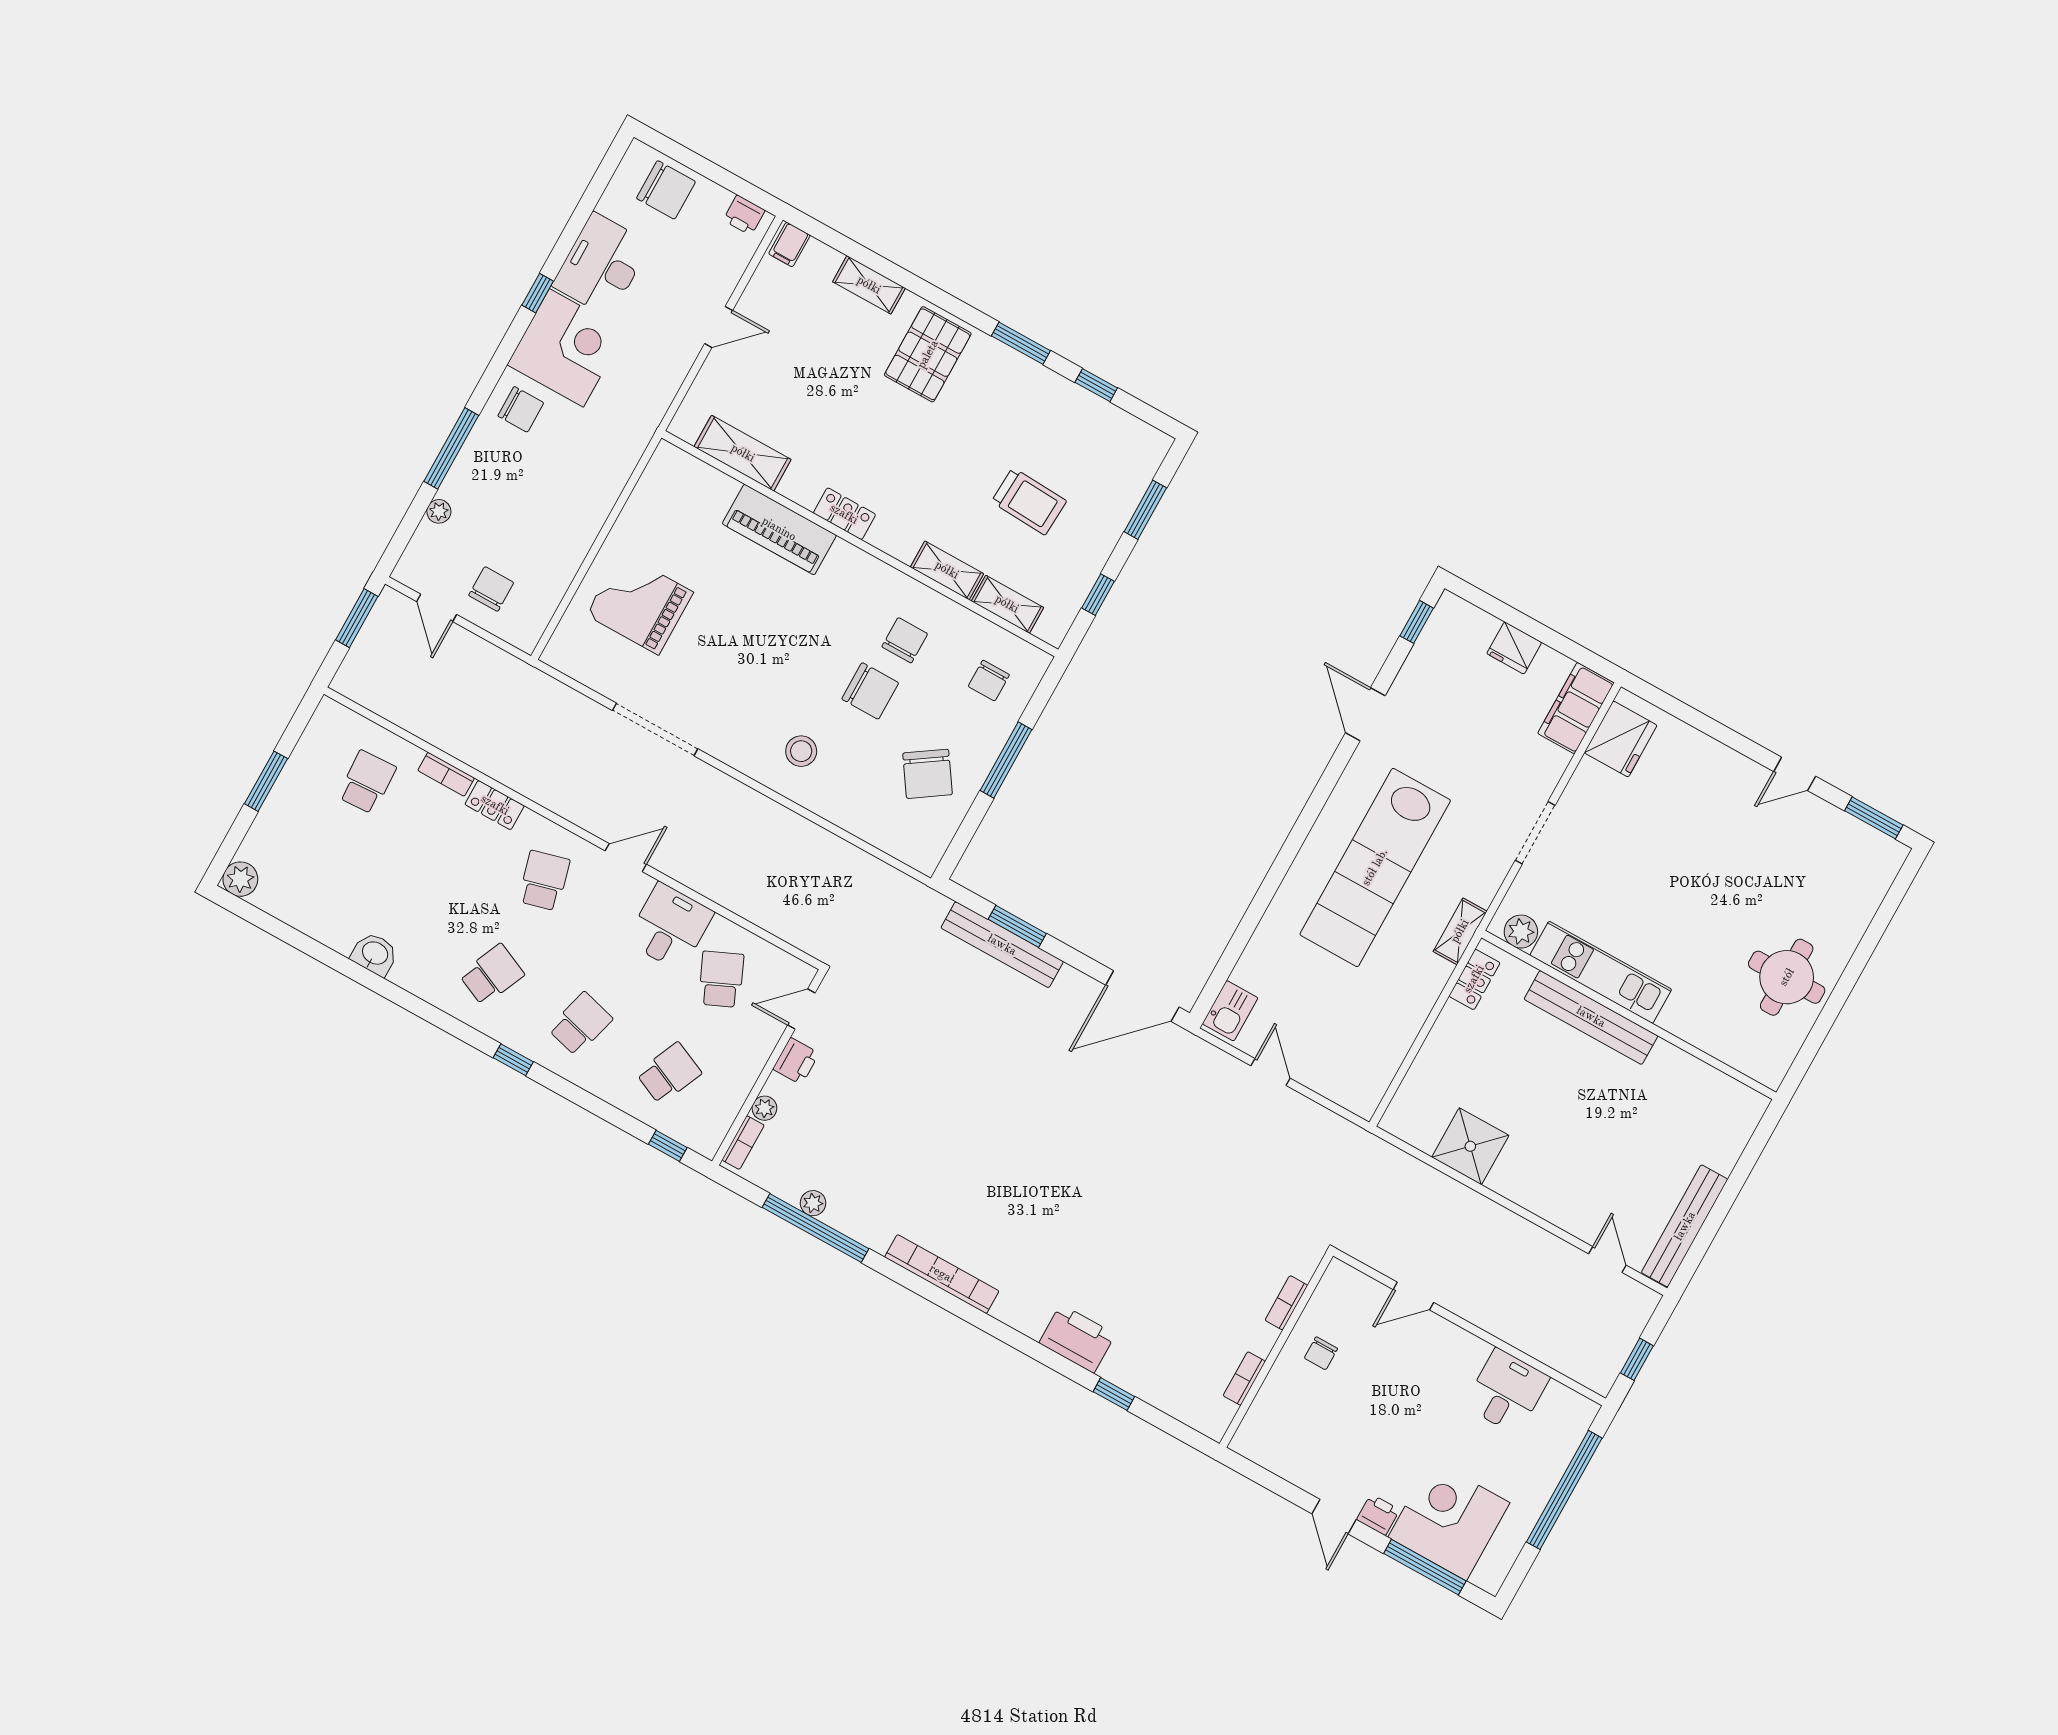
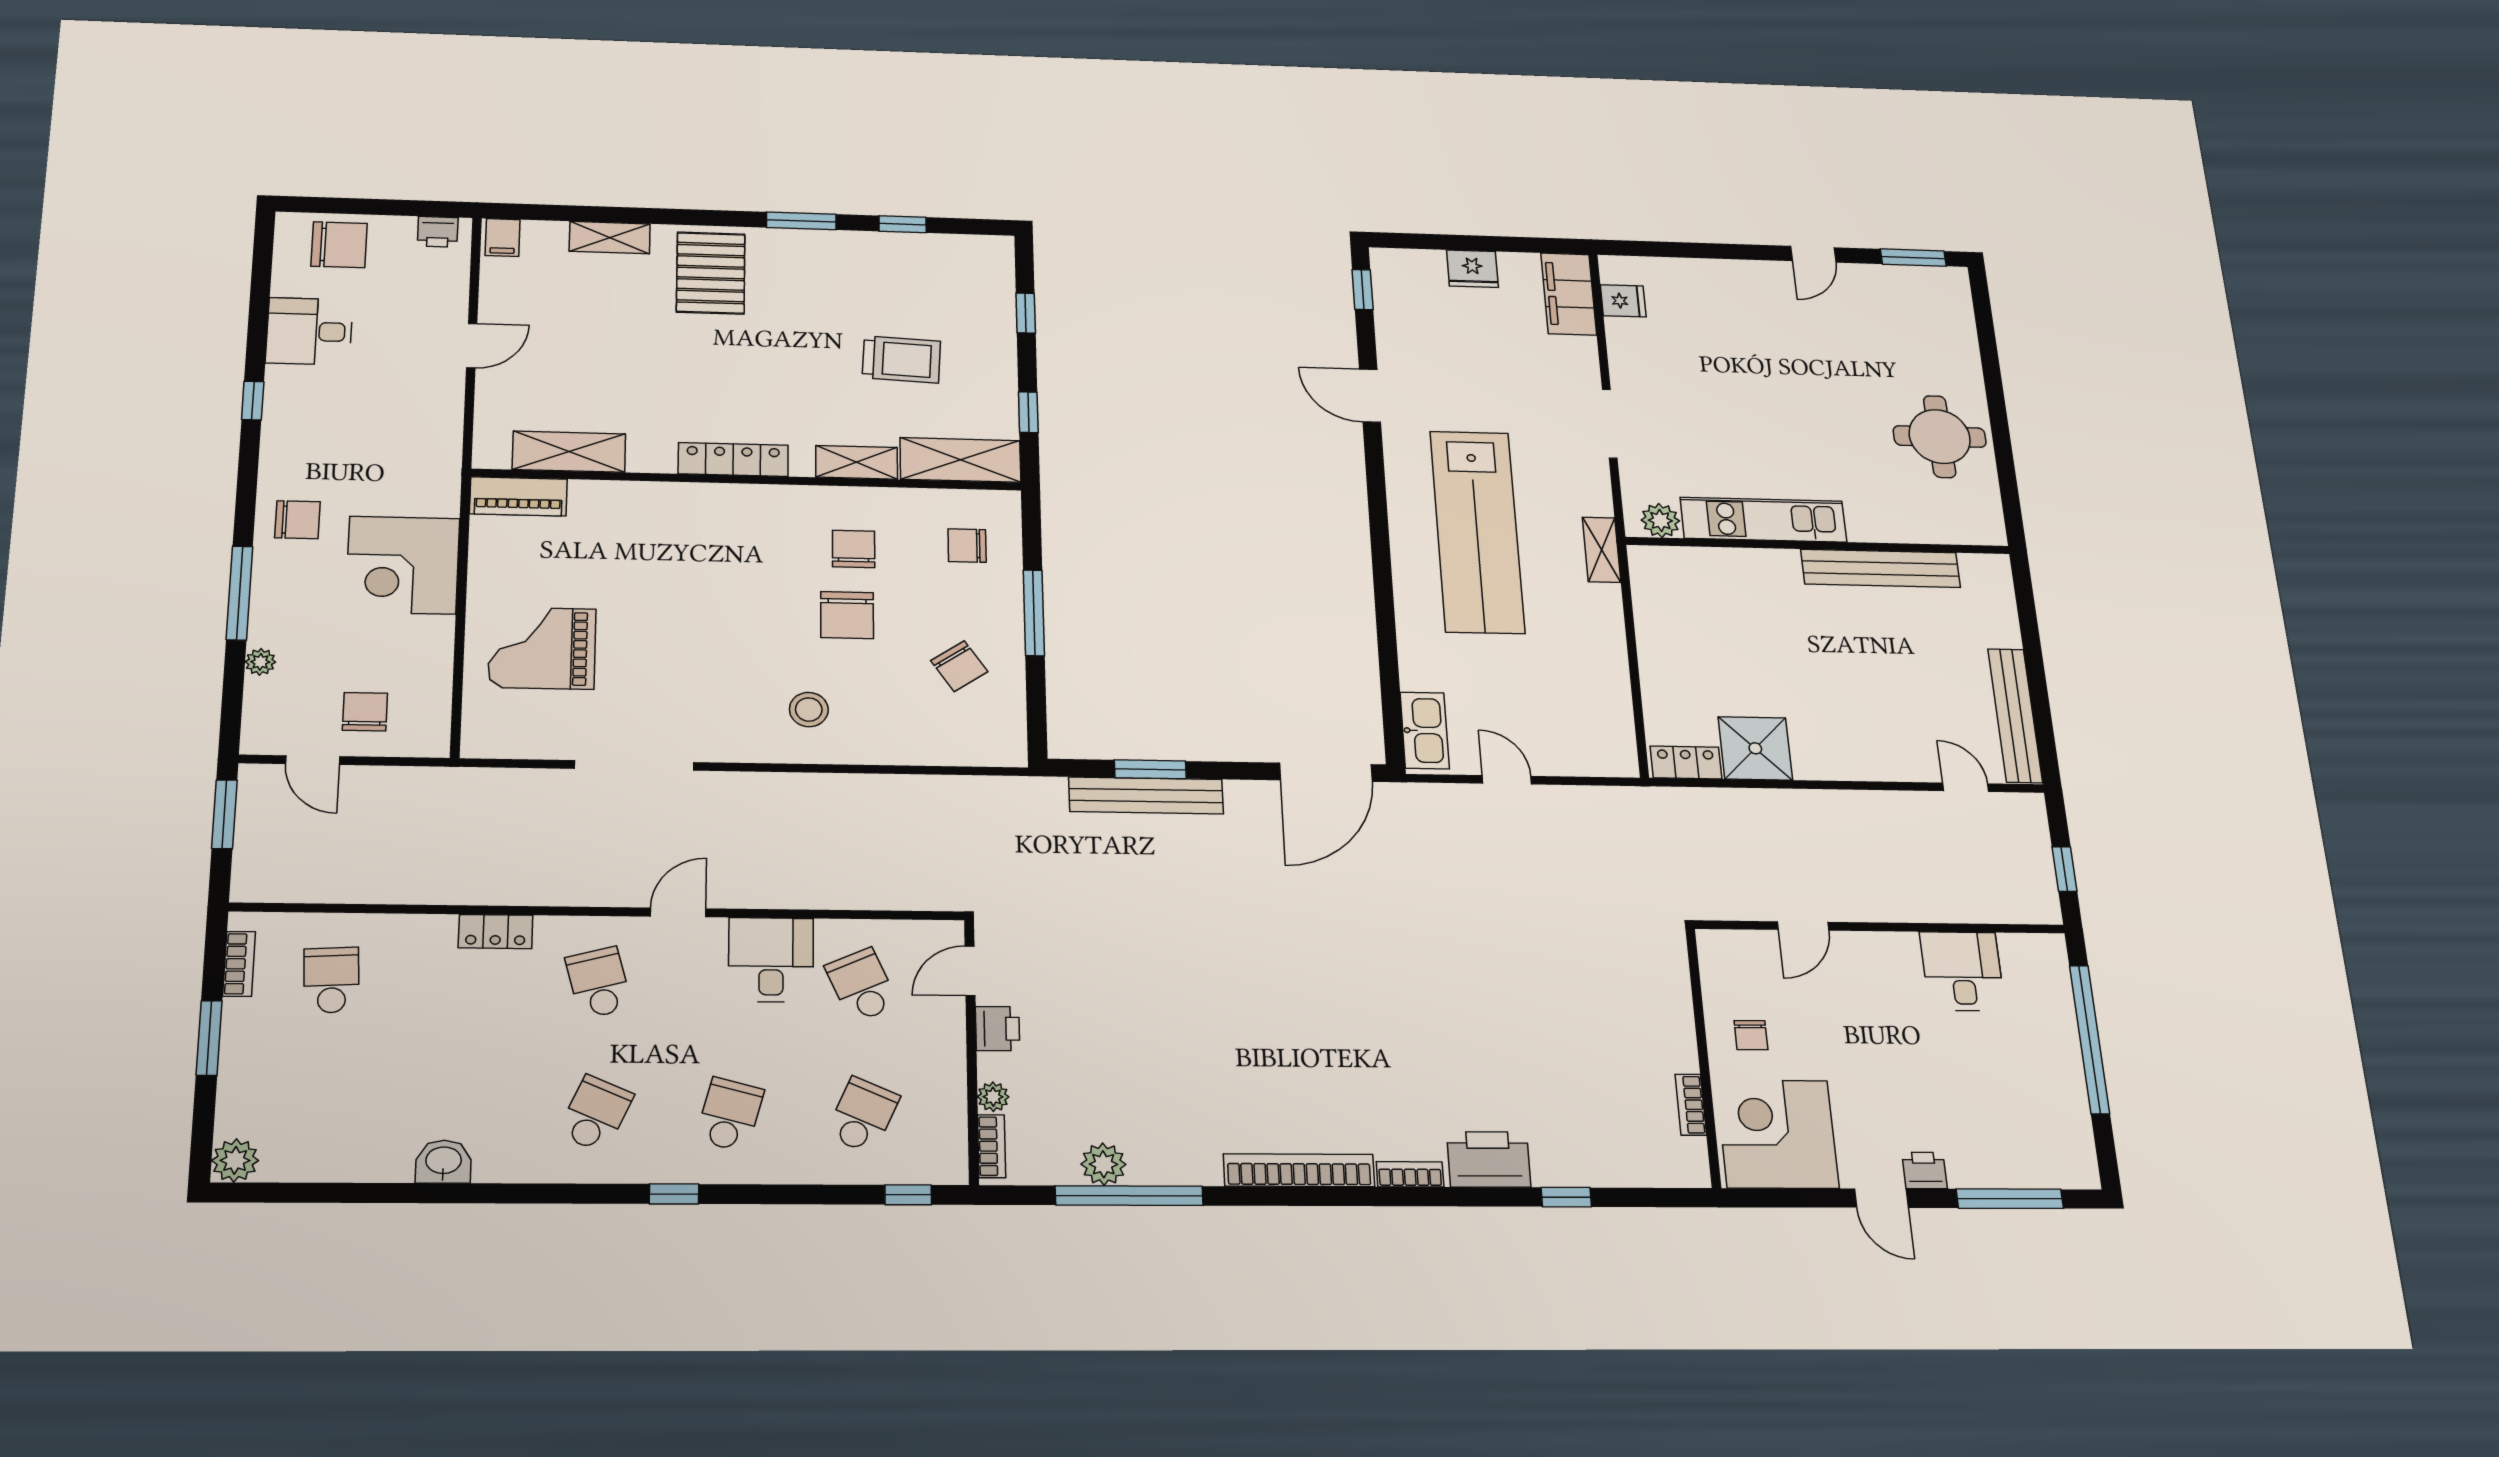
desk: (601, 265) -> (309, 331), width x0.73
corner desk: (566, 348) -> (403, 565), moved, turned 180
window: (1145, 510) -> (1026, 313), width x0.67
locker: (844, 514) -> (733, 459), width x1.53
piano: (779, 529) -> (518, 496), moved, width x0.73, depth x0.75
shelving: (1007, 604) -> (960, 460), width x1.50, depth x1.33
chair: (989, 681) -> (967, 546), turned 90
chair: (870, 691) -> (847, 615), turned 90
fridge: (1621, 739) -> (1623, 301), width x0.53, depth x0.75
bookcase: (446, 774) -> (239, 964), moved, turned -90
chair: (928, 774) -> (959, 666), width x0.73, depth x0.73
locker: (1474, 979) -> (1686, 762), moved, turned -90
kitchen sink: (1230, 1011) -> (1425, 730), width x1.38
bench: (1591, 1017) -> (1881, 568), moved
plant: (813, 1203) -> (1103, 1164), width x1.38, depth x1.38
bookcase: (1286, 1303) -> (1410, 1174), moved, turned 90
corner desk: (1449, 1520) -> (1777, 1134), moved

